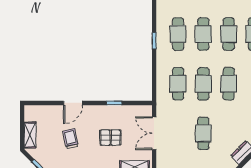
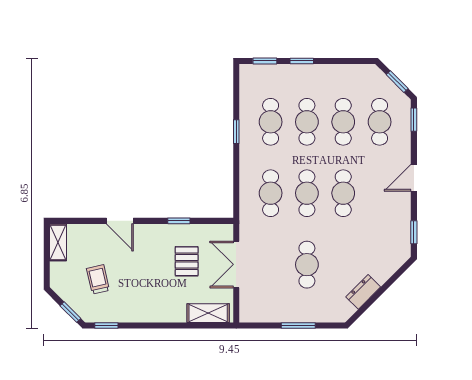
door: (73, 103) -> (120, 221), hinge flipped
shelving: (30, 135) -> (58, 242), moved
pallet: (110, 138) -> (187, 261), moved, turned 90
trolley: (71, 139) -> (98, 279), moved

